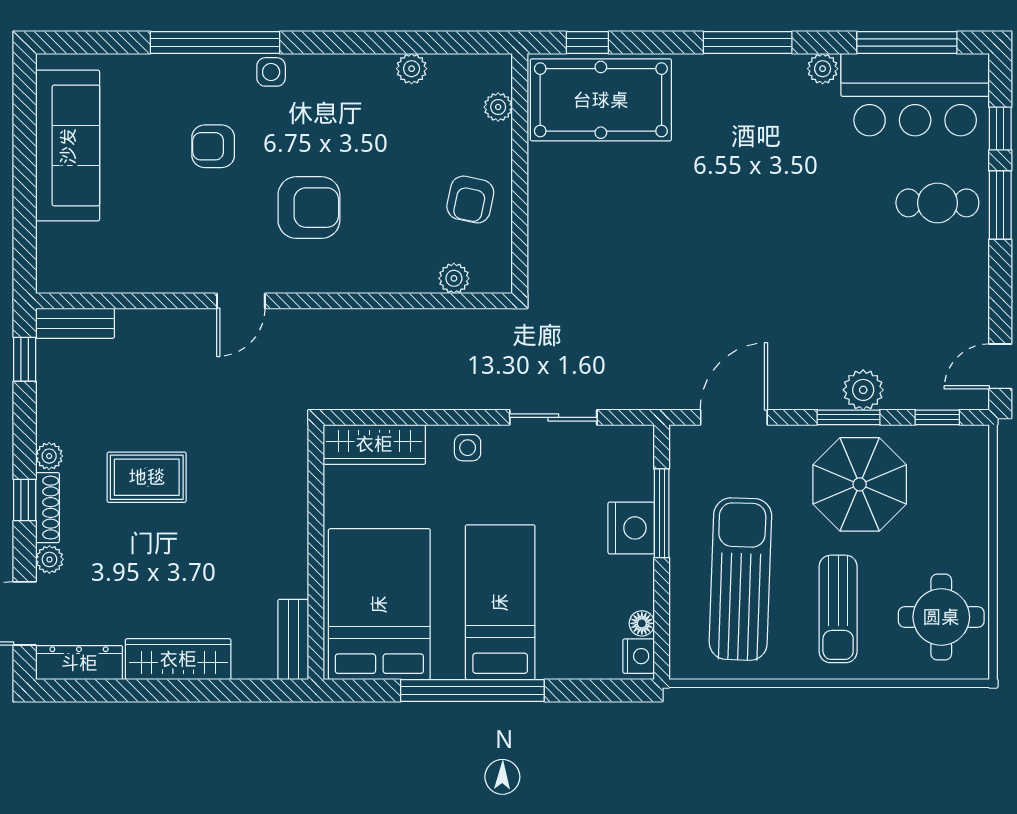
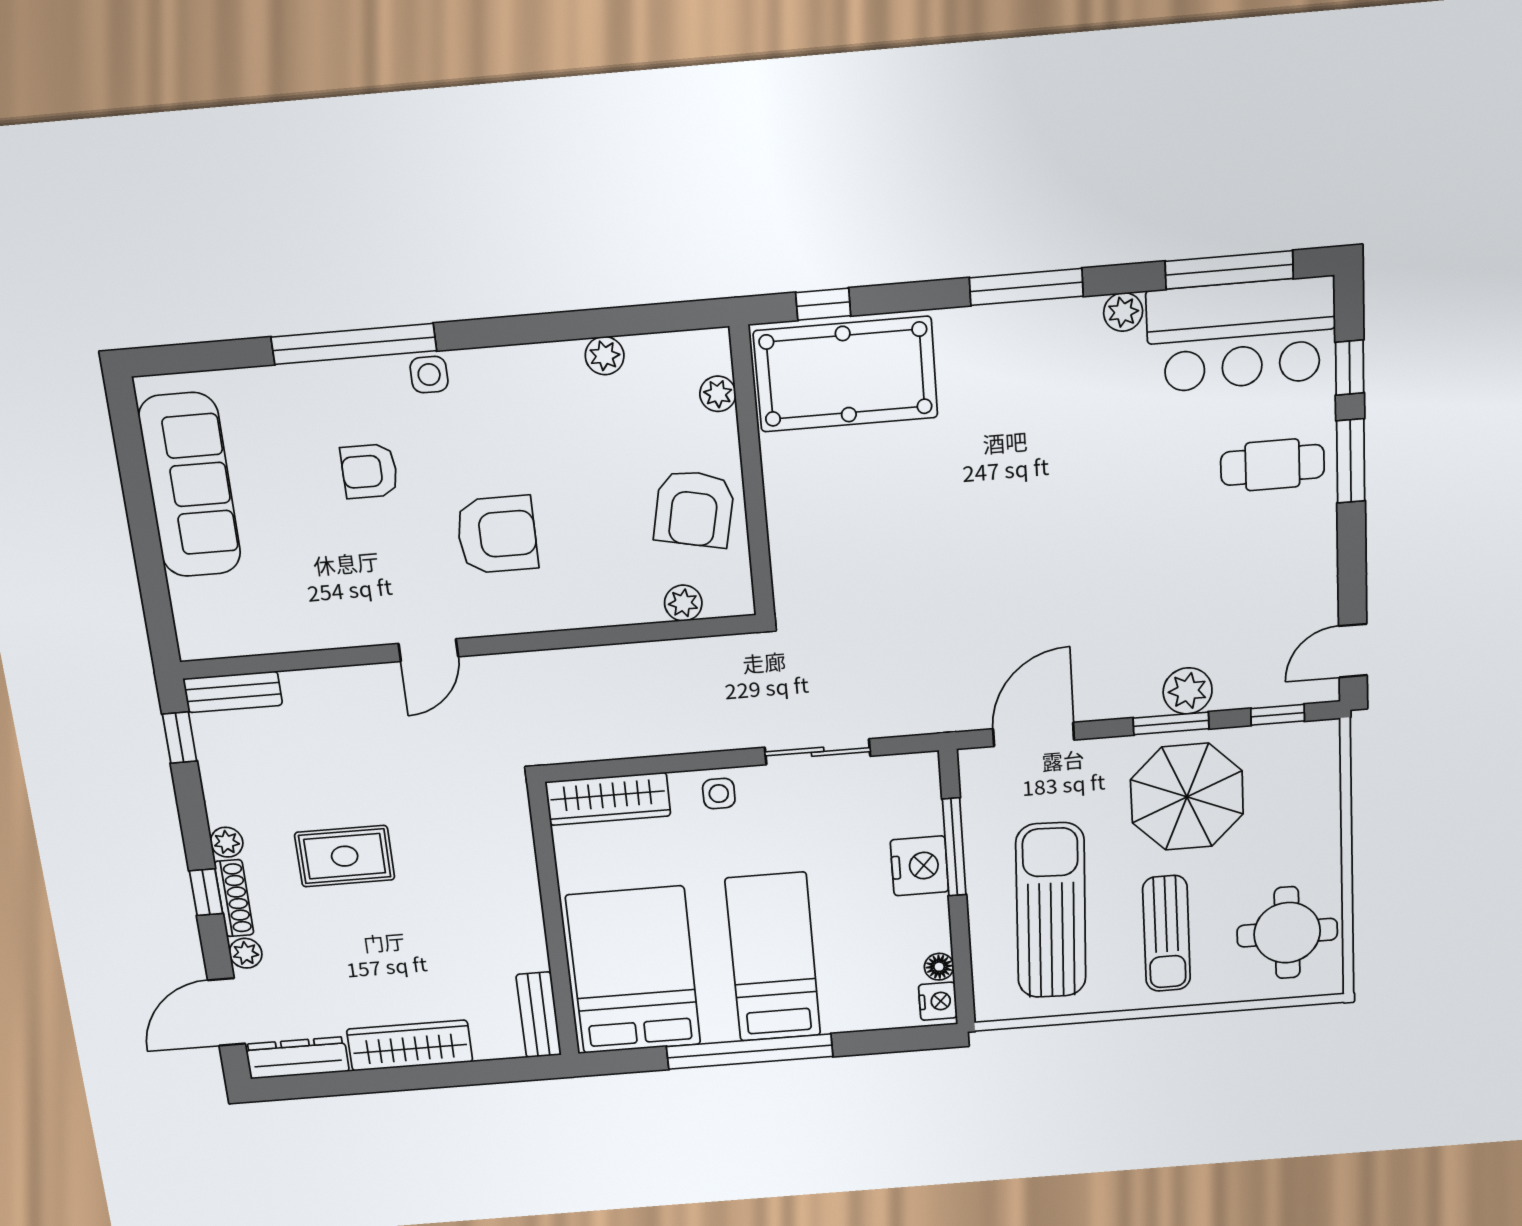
armchair: (470, 200) -> (694, 509), width x1.38, depth x1.38

